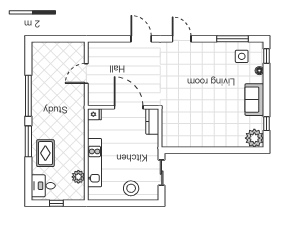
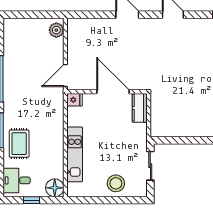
door: (86, 74) -> (65, 76), moved
plant: (78, 177) -> (56, 30), moved
floor lamp: (77, 192) -> (55, 188), added

